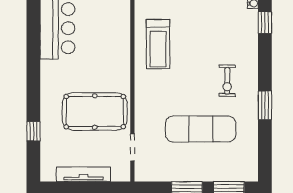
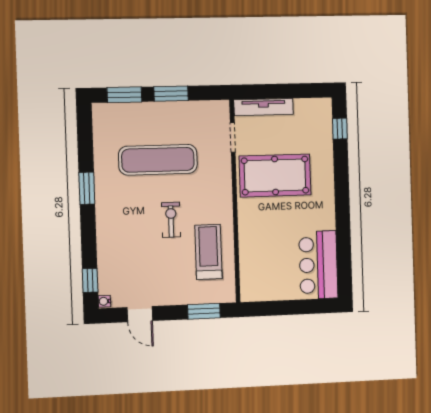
exercise bike: (227, 81) -> (171, 220), moved
window: (33, 131) -> (340, 129), moved
tv unit: (83, 174) -> (264, 107), moved

